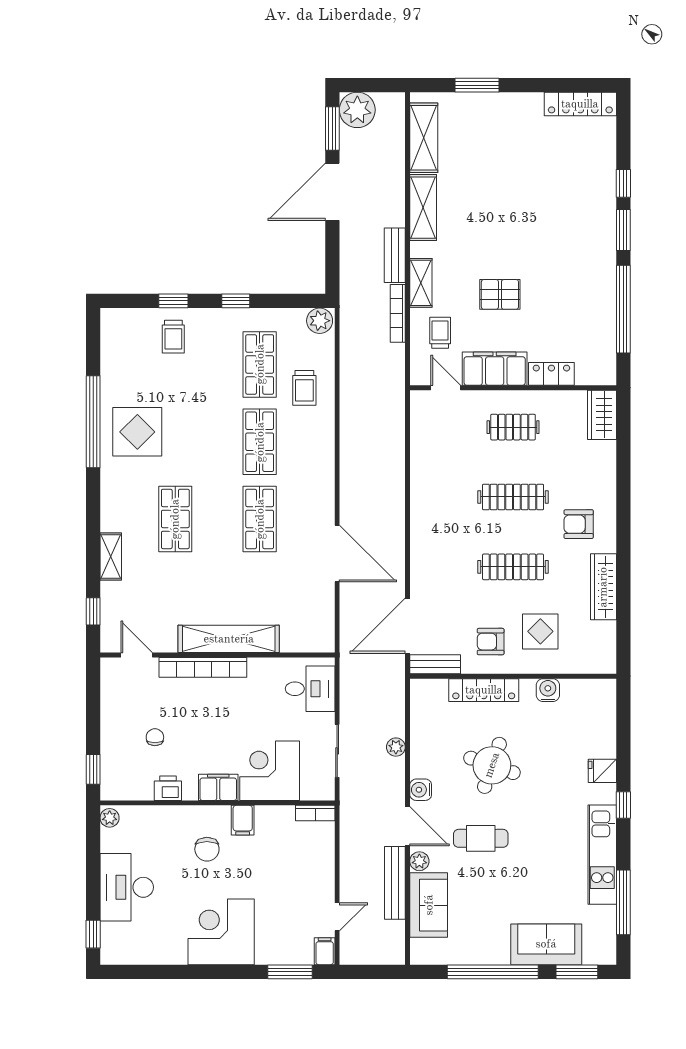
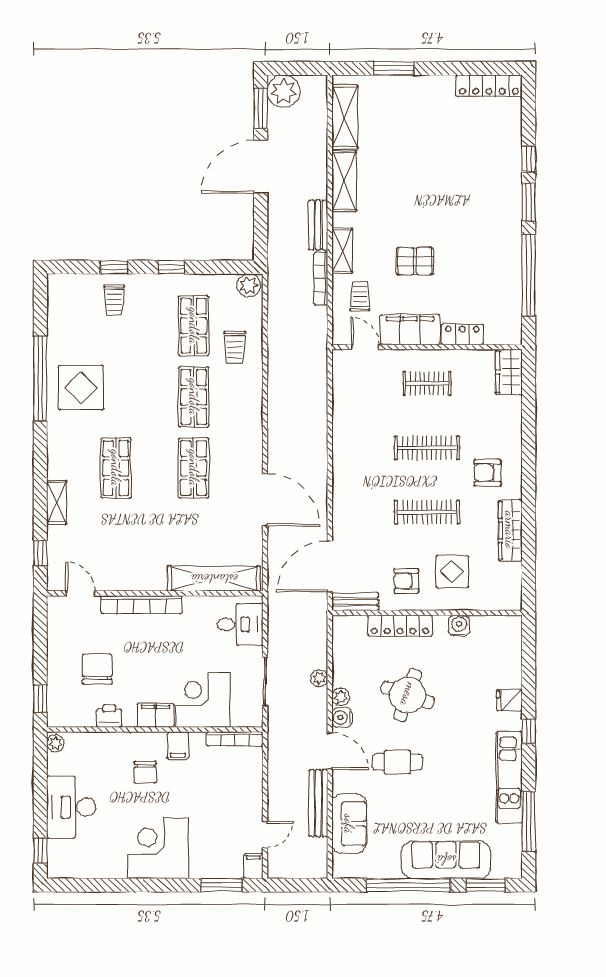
shelving: (229, 639) -> (214, 579), moved
chair: (155, 737) -> (97, 669), width x1.87, depth x1.87
bookcase: (315, 813) -> (235, 739), width x1.56
plant: (419, 861) -> (341, 697), moved
sofa: (546, 944) -> (446, 860), width x1.36

